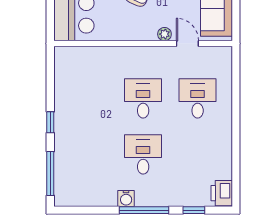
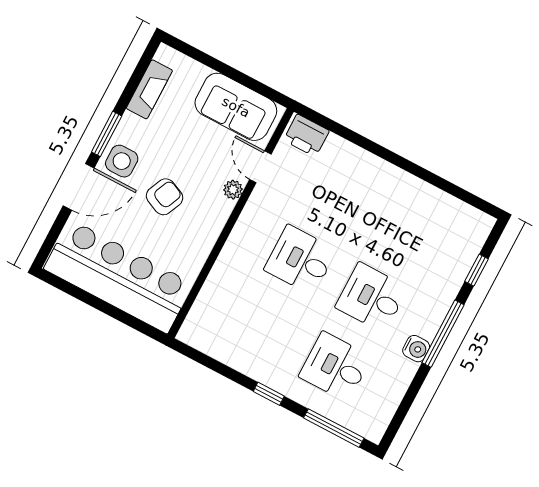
door: (187, 44) -> (260, 167), hinge flipped
desk: (198, 98) -> (335, 367), moved
printer: (222, 193) -> (306, 135), moved

